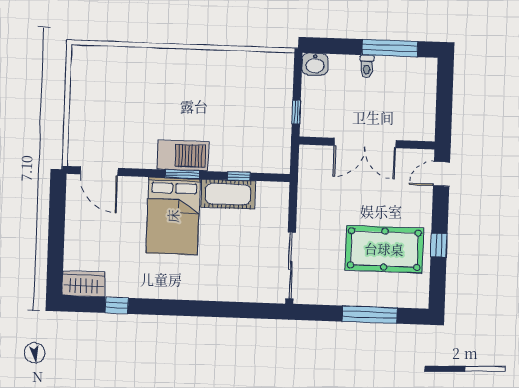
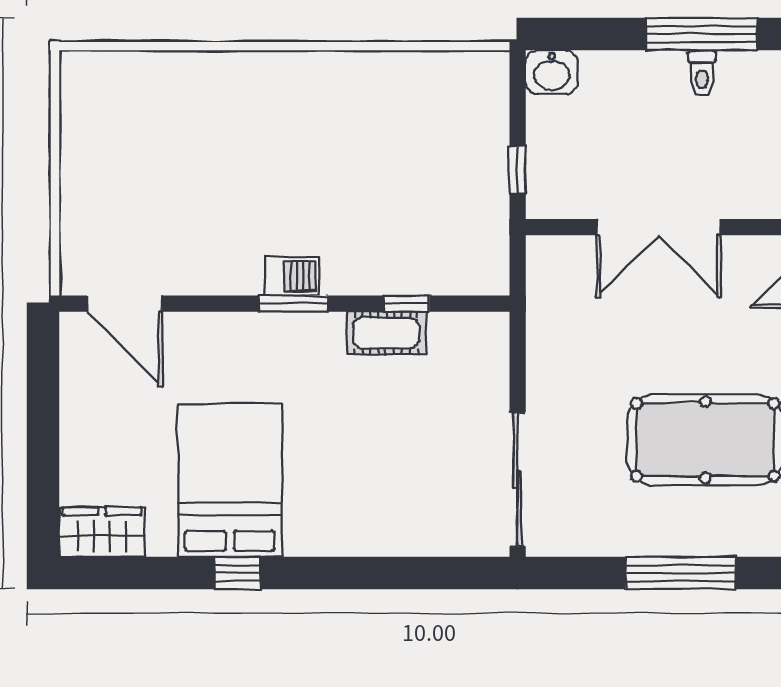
toilet: (367, 66) -> (702, 73), moved
barbecue: (183, 156) -> (292, 276), width x0.53, depth x0.65
cot: (228, 194) -> (386, 333), width x0.73, depth x0.75
bed: (173, 216) -> (230, 480), moved, turned 180
window: (117, 305) -> (238, 573), moved

